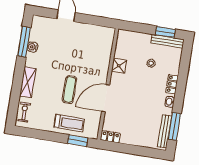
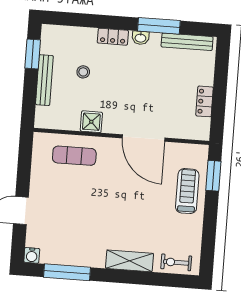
bench: (168, 41) -> (44, 80), moved
water cooler: (32, 47) -> (32, 255), moved
exercise mat: (70, 90) -> (74, 156), moved
window: (174, 126) -> (159, 26), moved
locker: (110, 137) -> (205, 101), moved

